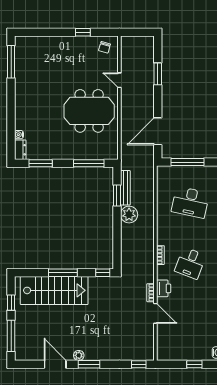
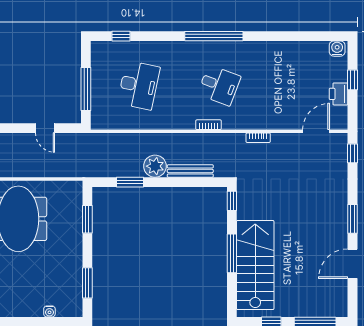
door: (158, 131) -> (45, 128), width x0.53
dresser: (20, 150) -> (69, 310), removed
window: (89, 163) -> (87, 219), width x0.69
bench: (125, 188) -> (190, 171), moved
printer: (164, 288) -> (339, 94), moved, turned -90
door: (155, 313) -> (316, 131), moved
plant: (79, 355) -> (341, 233), removed

